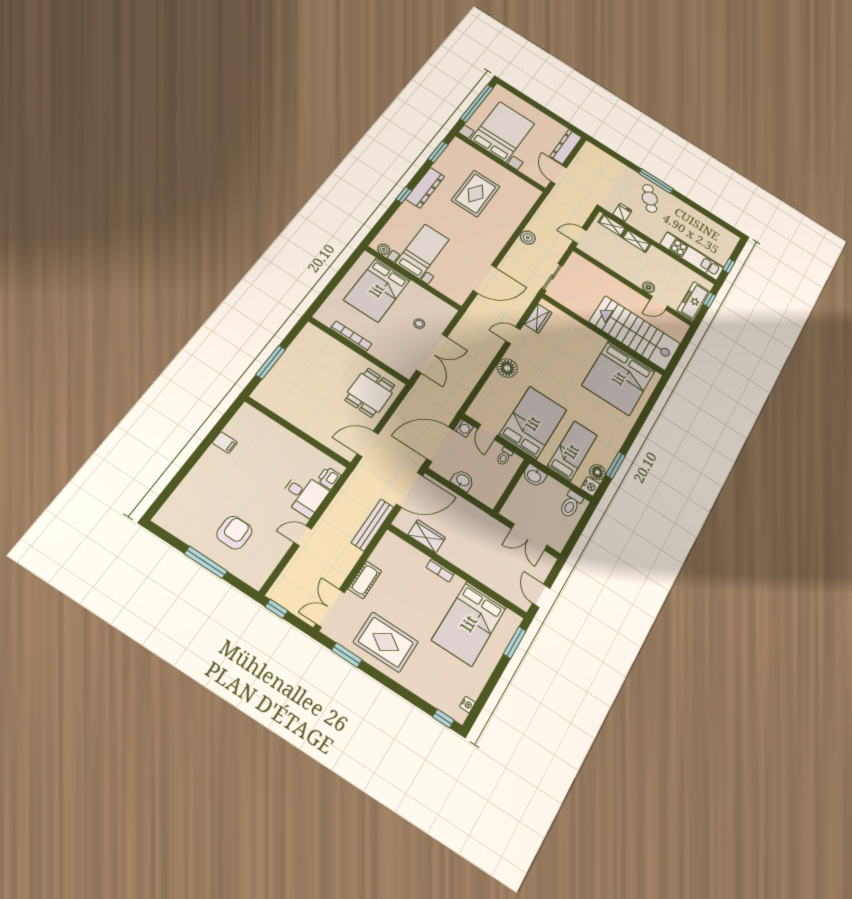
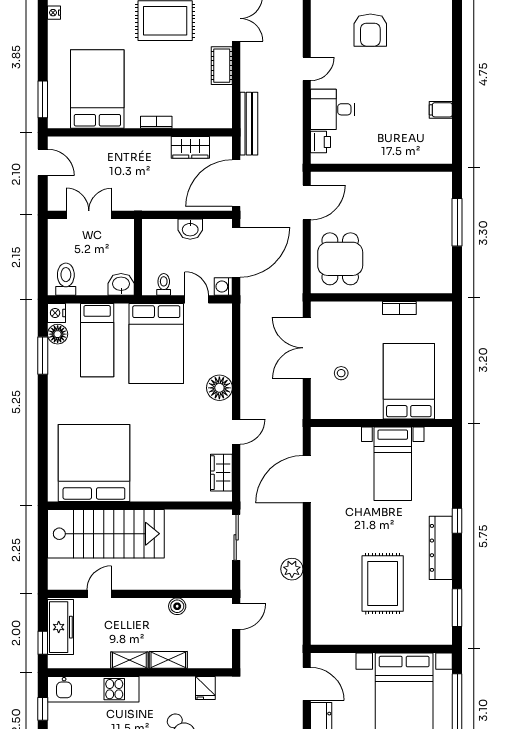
shelving: (612, 225) -> (129, 660), moved
plant: (384, 249) -> (434, 435), removed
boiler: (648, 287) -> (177, 606), moved
bookcase: (351, 336) -> (399, 308), width x0.64

